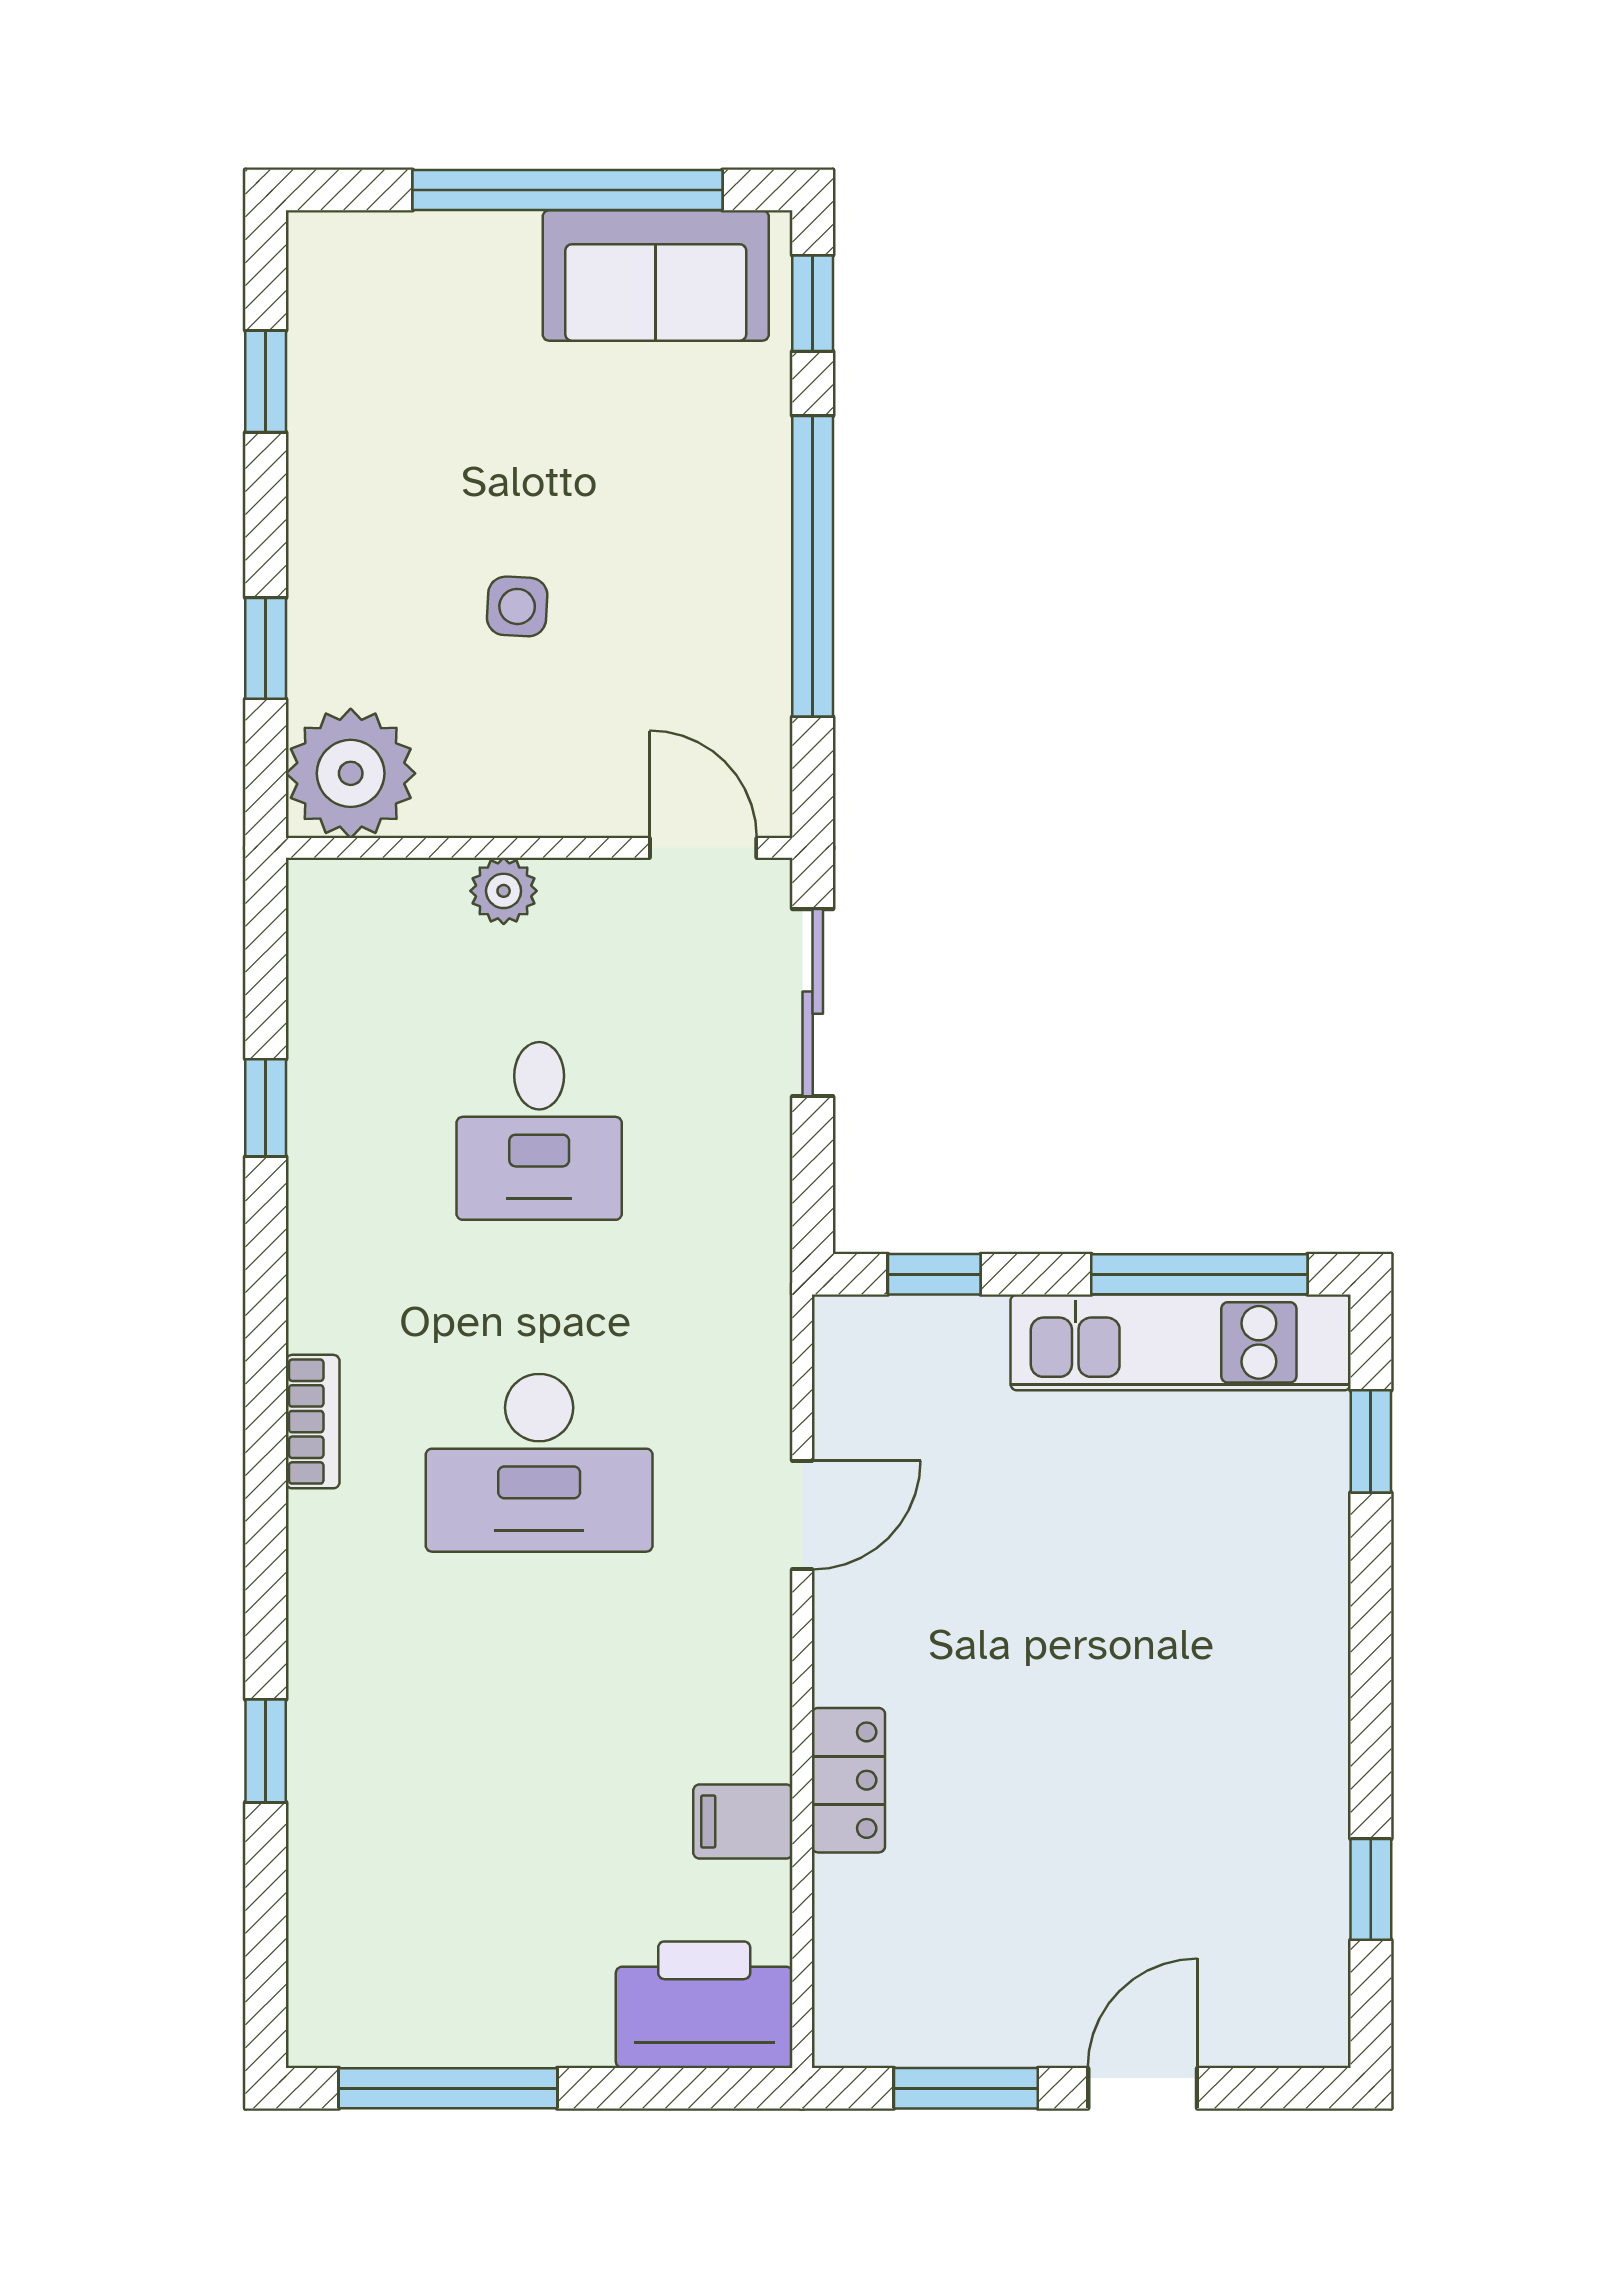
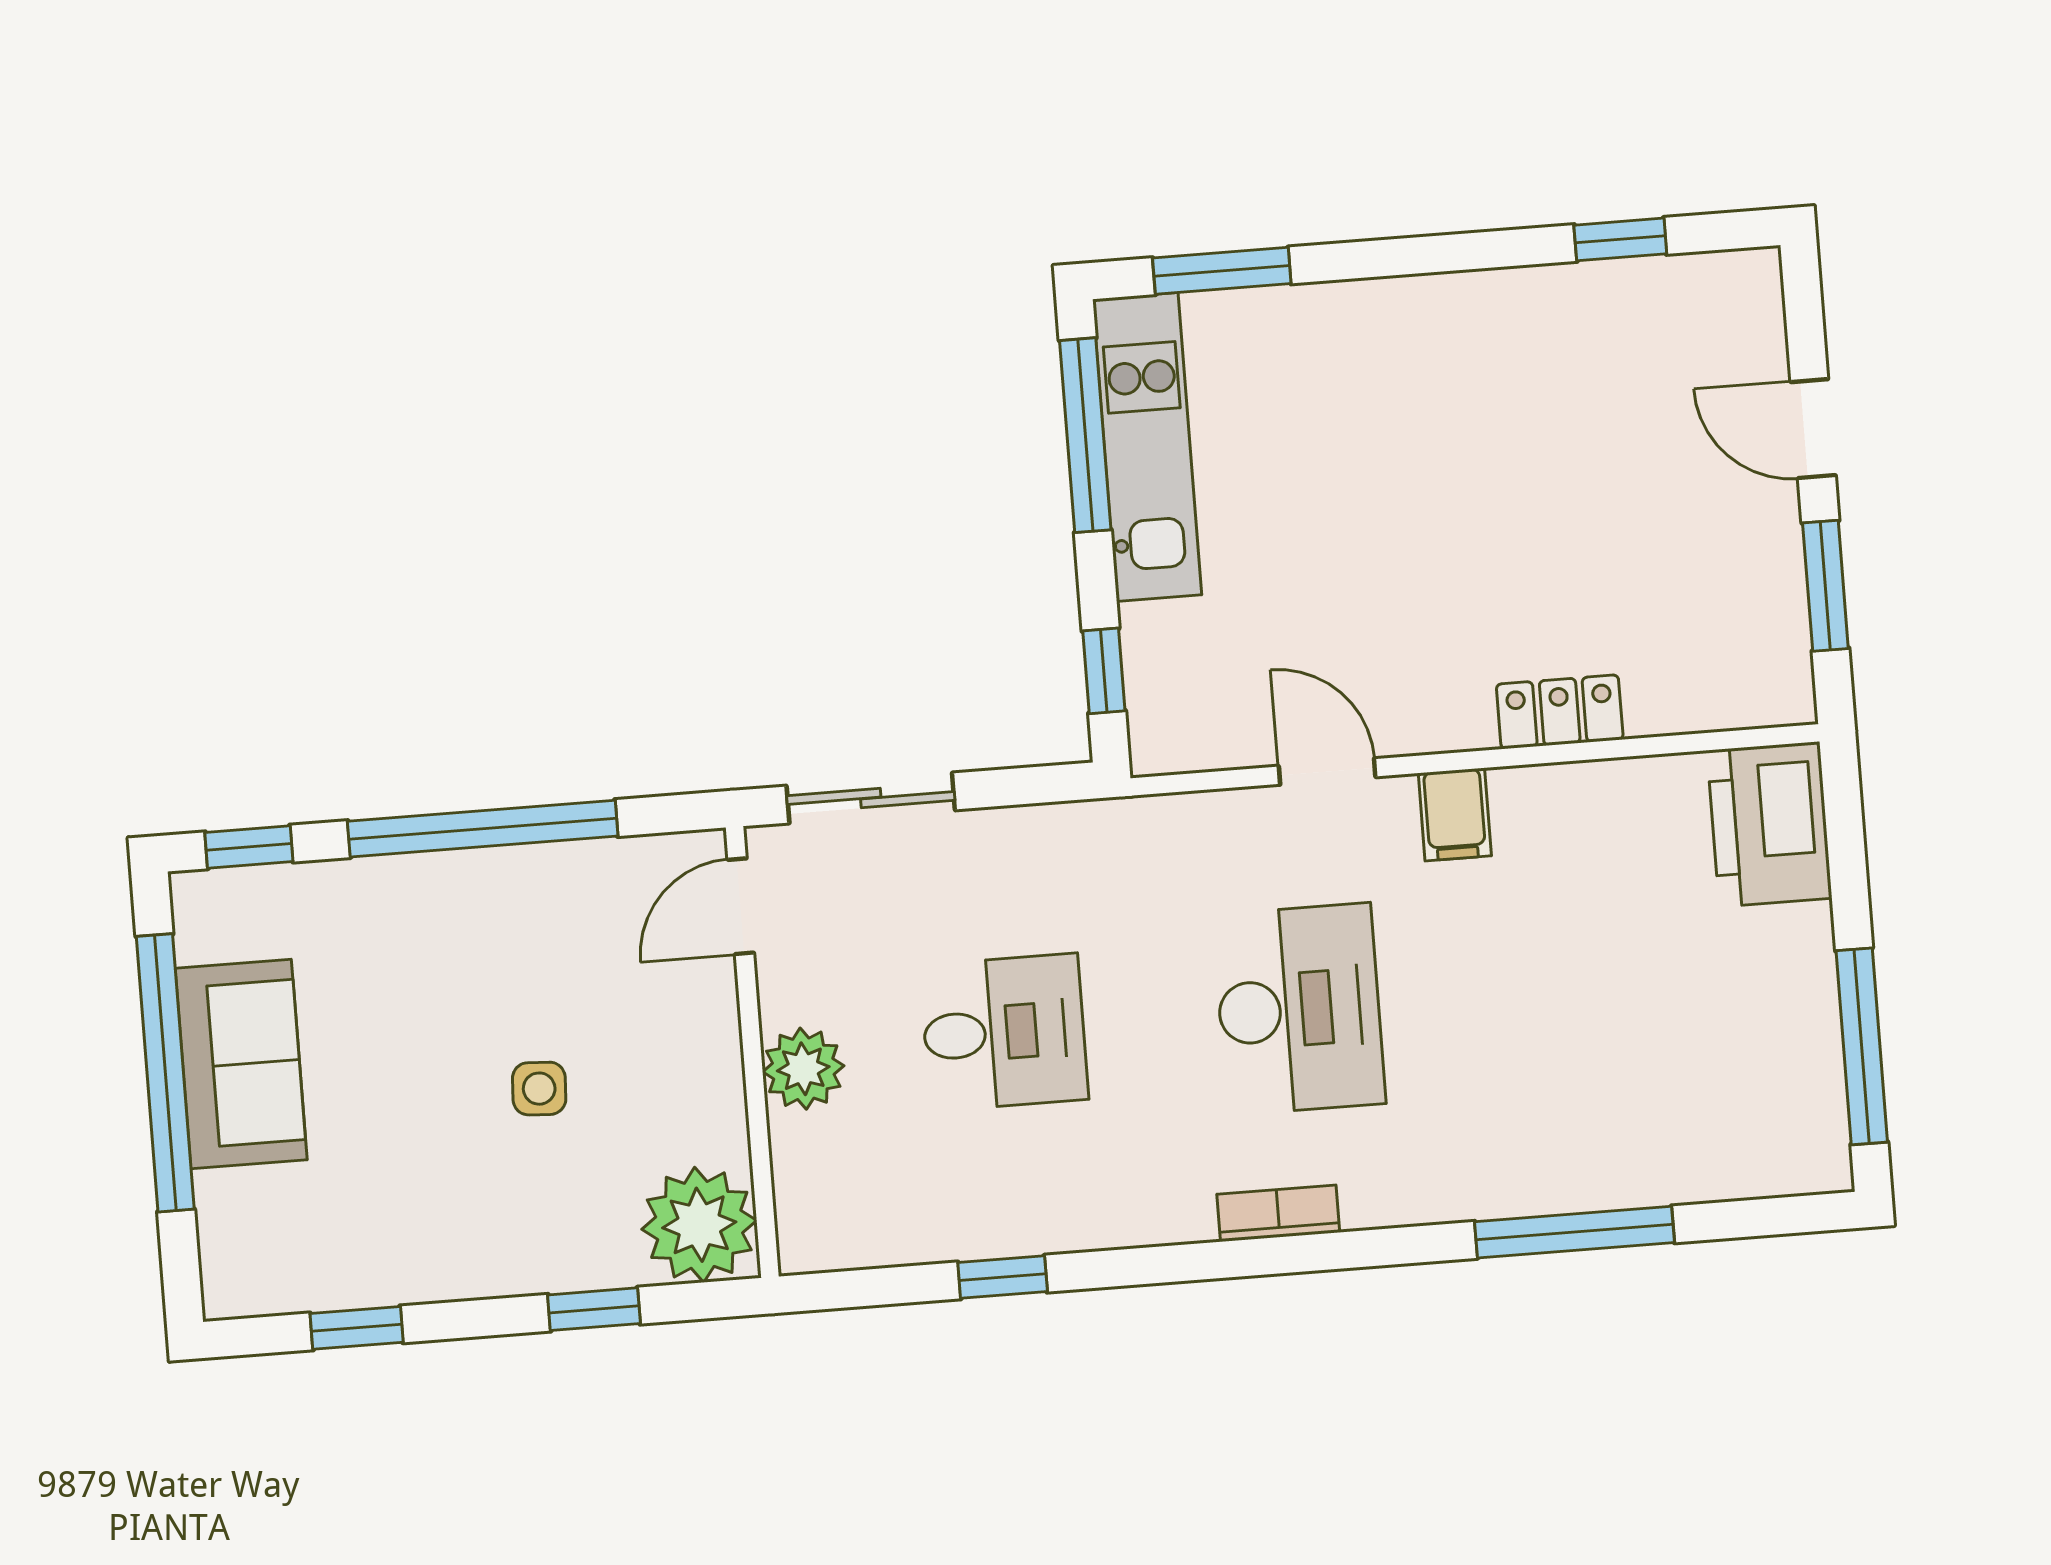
sofa: (656, 276) -> (241, 1064), moved
plant: (504, 891) -> (803, 1069), width x1.38, depth x1.38
window: (1371, 1441) -> (1222, 271), width x1.50
window: (266, 1751) -> (1574, 1232), width x2.17
filing cabinet: (743, 1822) -> (1455, 814), moved

